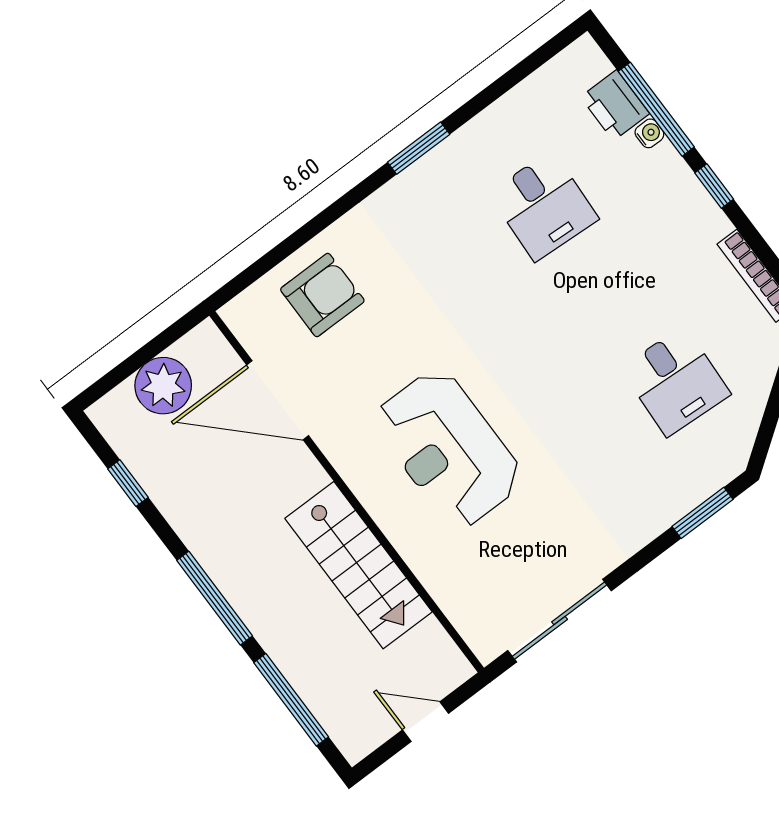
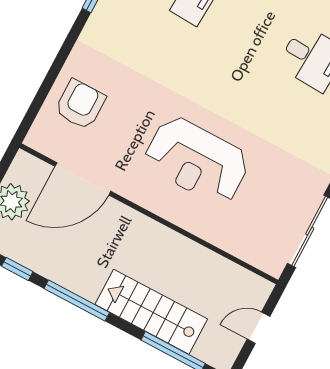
stairs: (358, 565) -> (151, 312), moved, turned 180
window: (215, 598) -> (77, 301), moved

